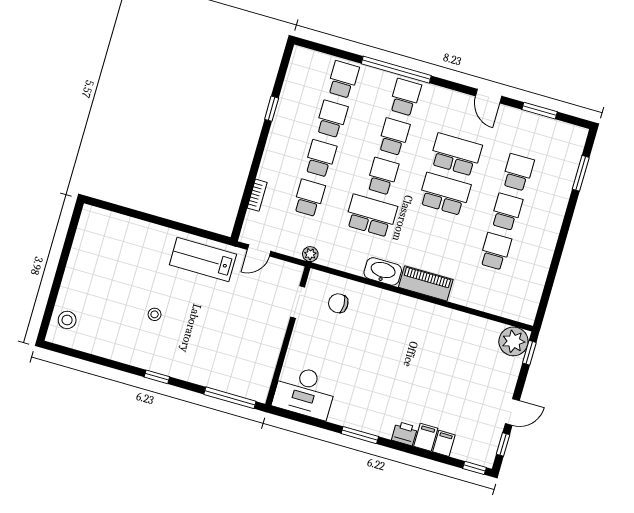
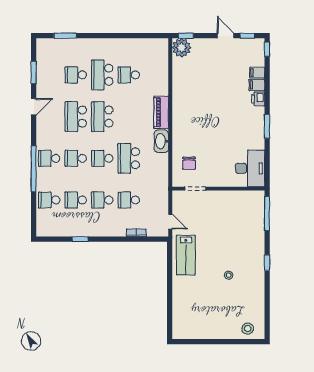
school desk: (507, 212) -> (102, 75), width x1.85
plant: (310, 254) -> (163, 189), removed

